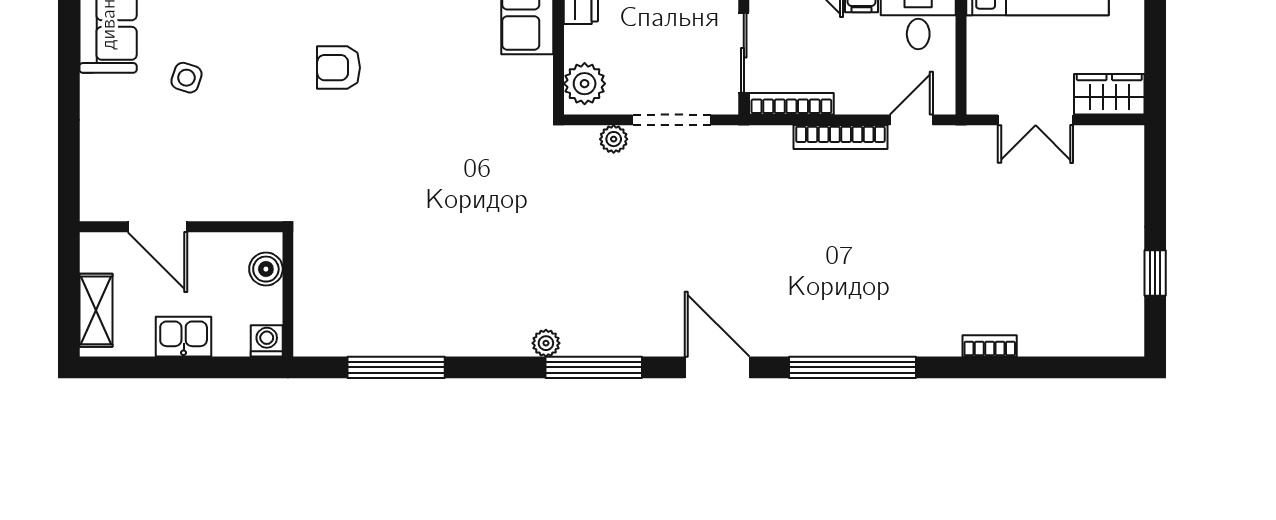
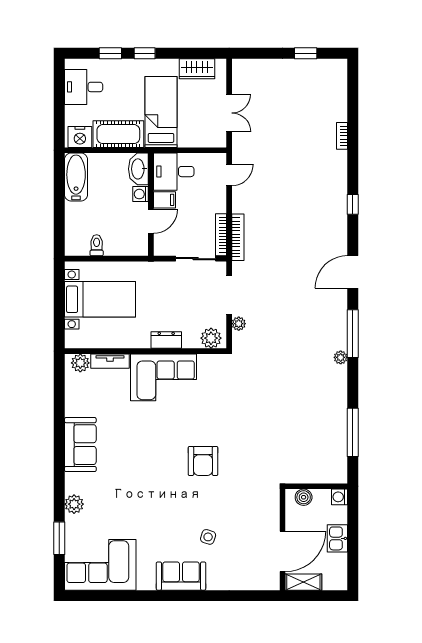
armchair: (339, 68) -> (203, 461), width x1.38, depth x1.38
wardrobe: (1109, 94) -> (197, 69), moved, turned -90
door: (911, 120) -> (229, 175), swing flipped
bookcase: (840, 137) -> (238, 237), moved
door: (158, 227) -> (282, 551), width x1.36
shelving: (96, 310) -> (303, 582), moved
window: (852, 367) -> (353, 204), width x0.32

